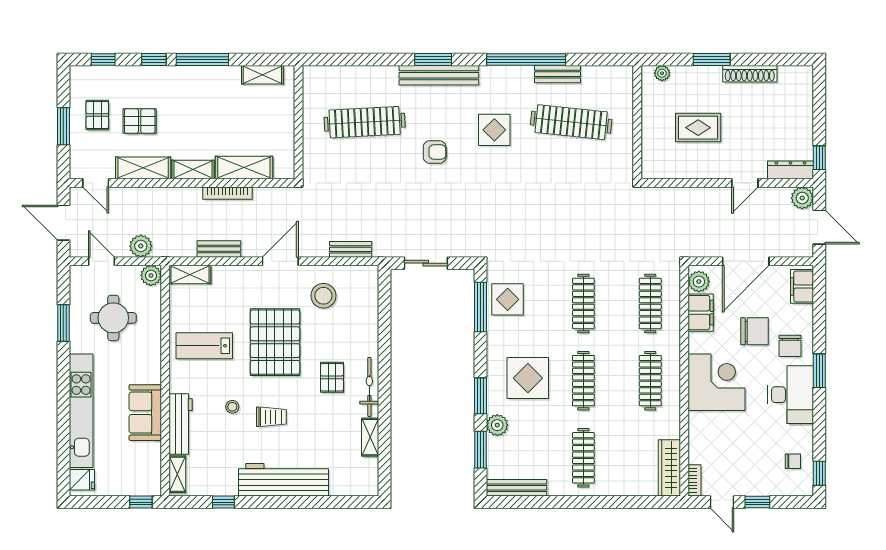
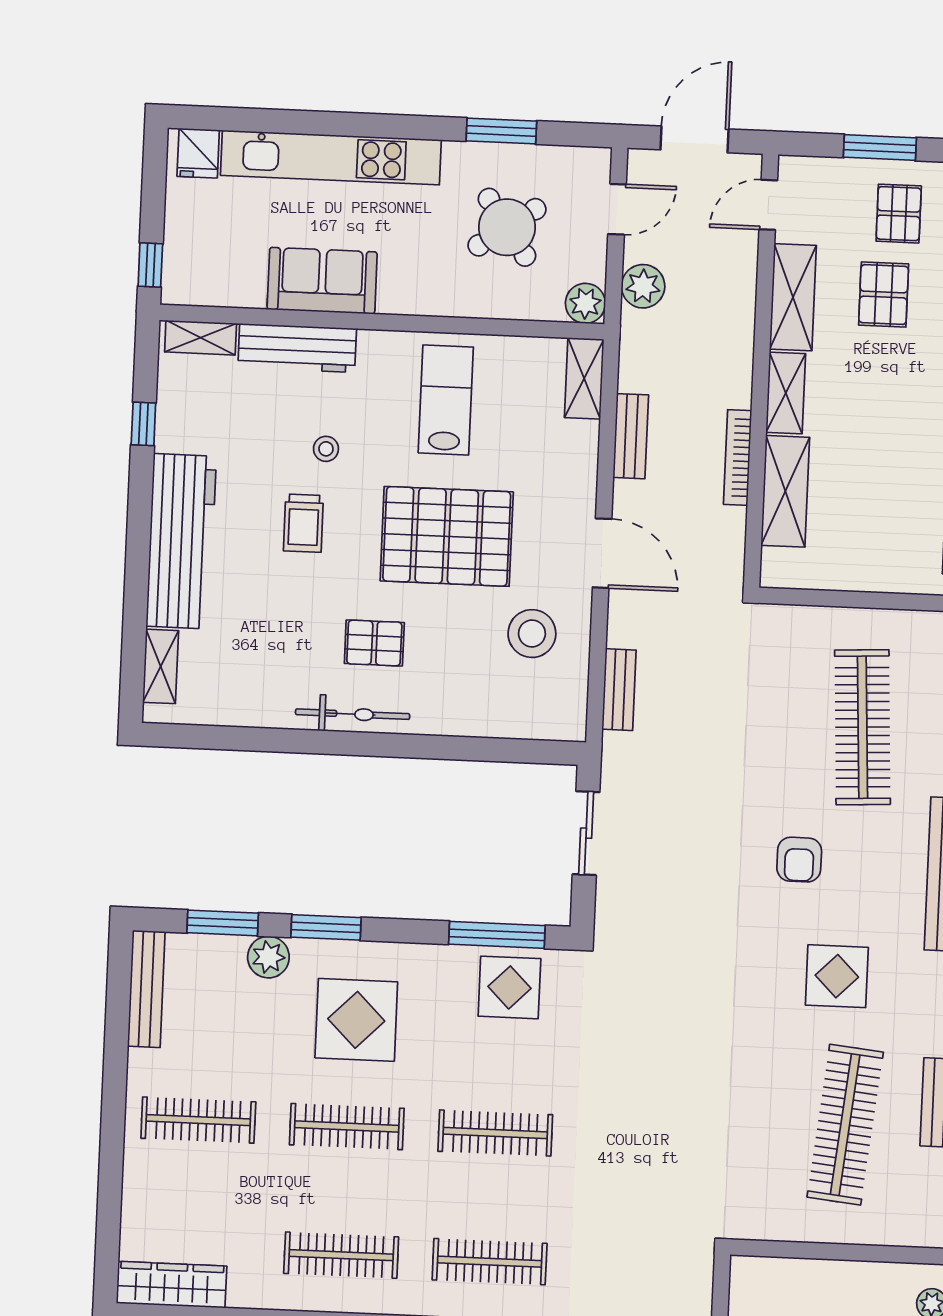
pallet: (97, 115) -> (899, 214), turned 90
round table: (113, 318) -> (507, 227), turned -35
shelving: (370, 437) -> (161, 666), moved, turned 90

